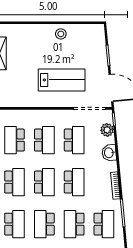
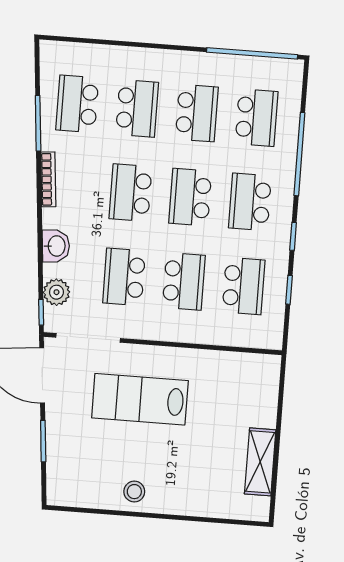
school desk: (44, 140) -> (184, 281), turned 180
school desk: (14, 224) -> (256, 118), turned 180

